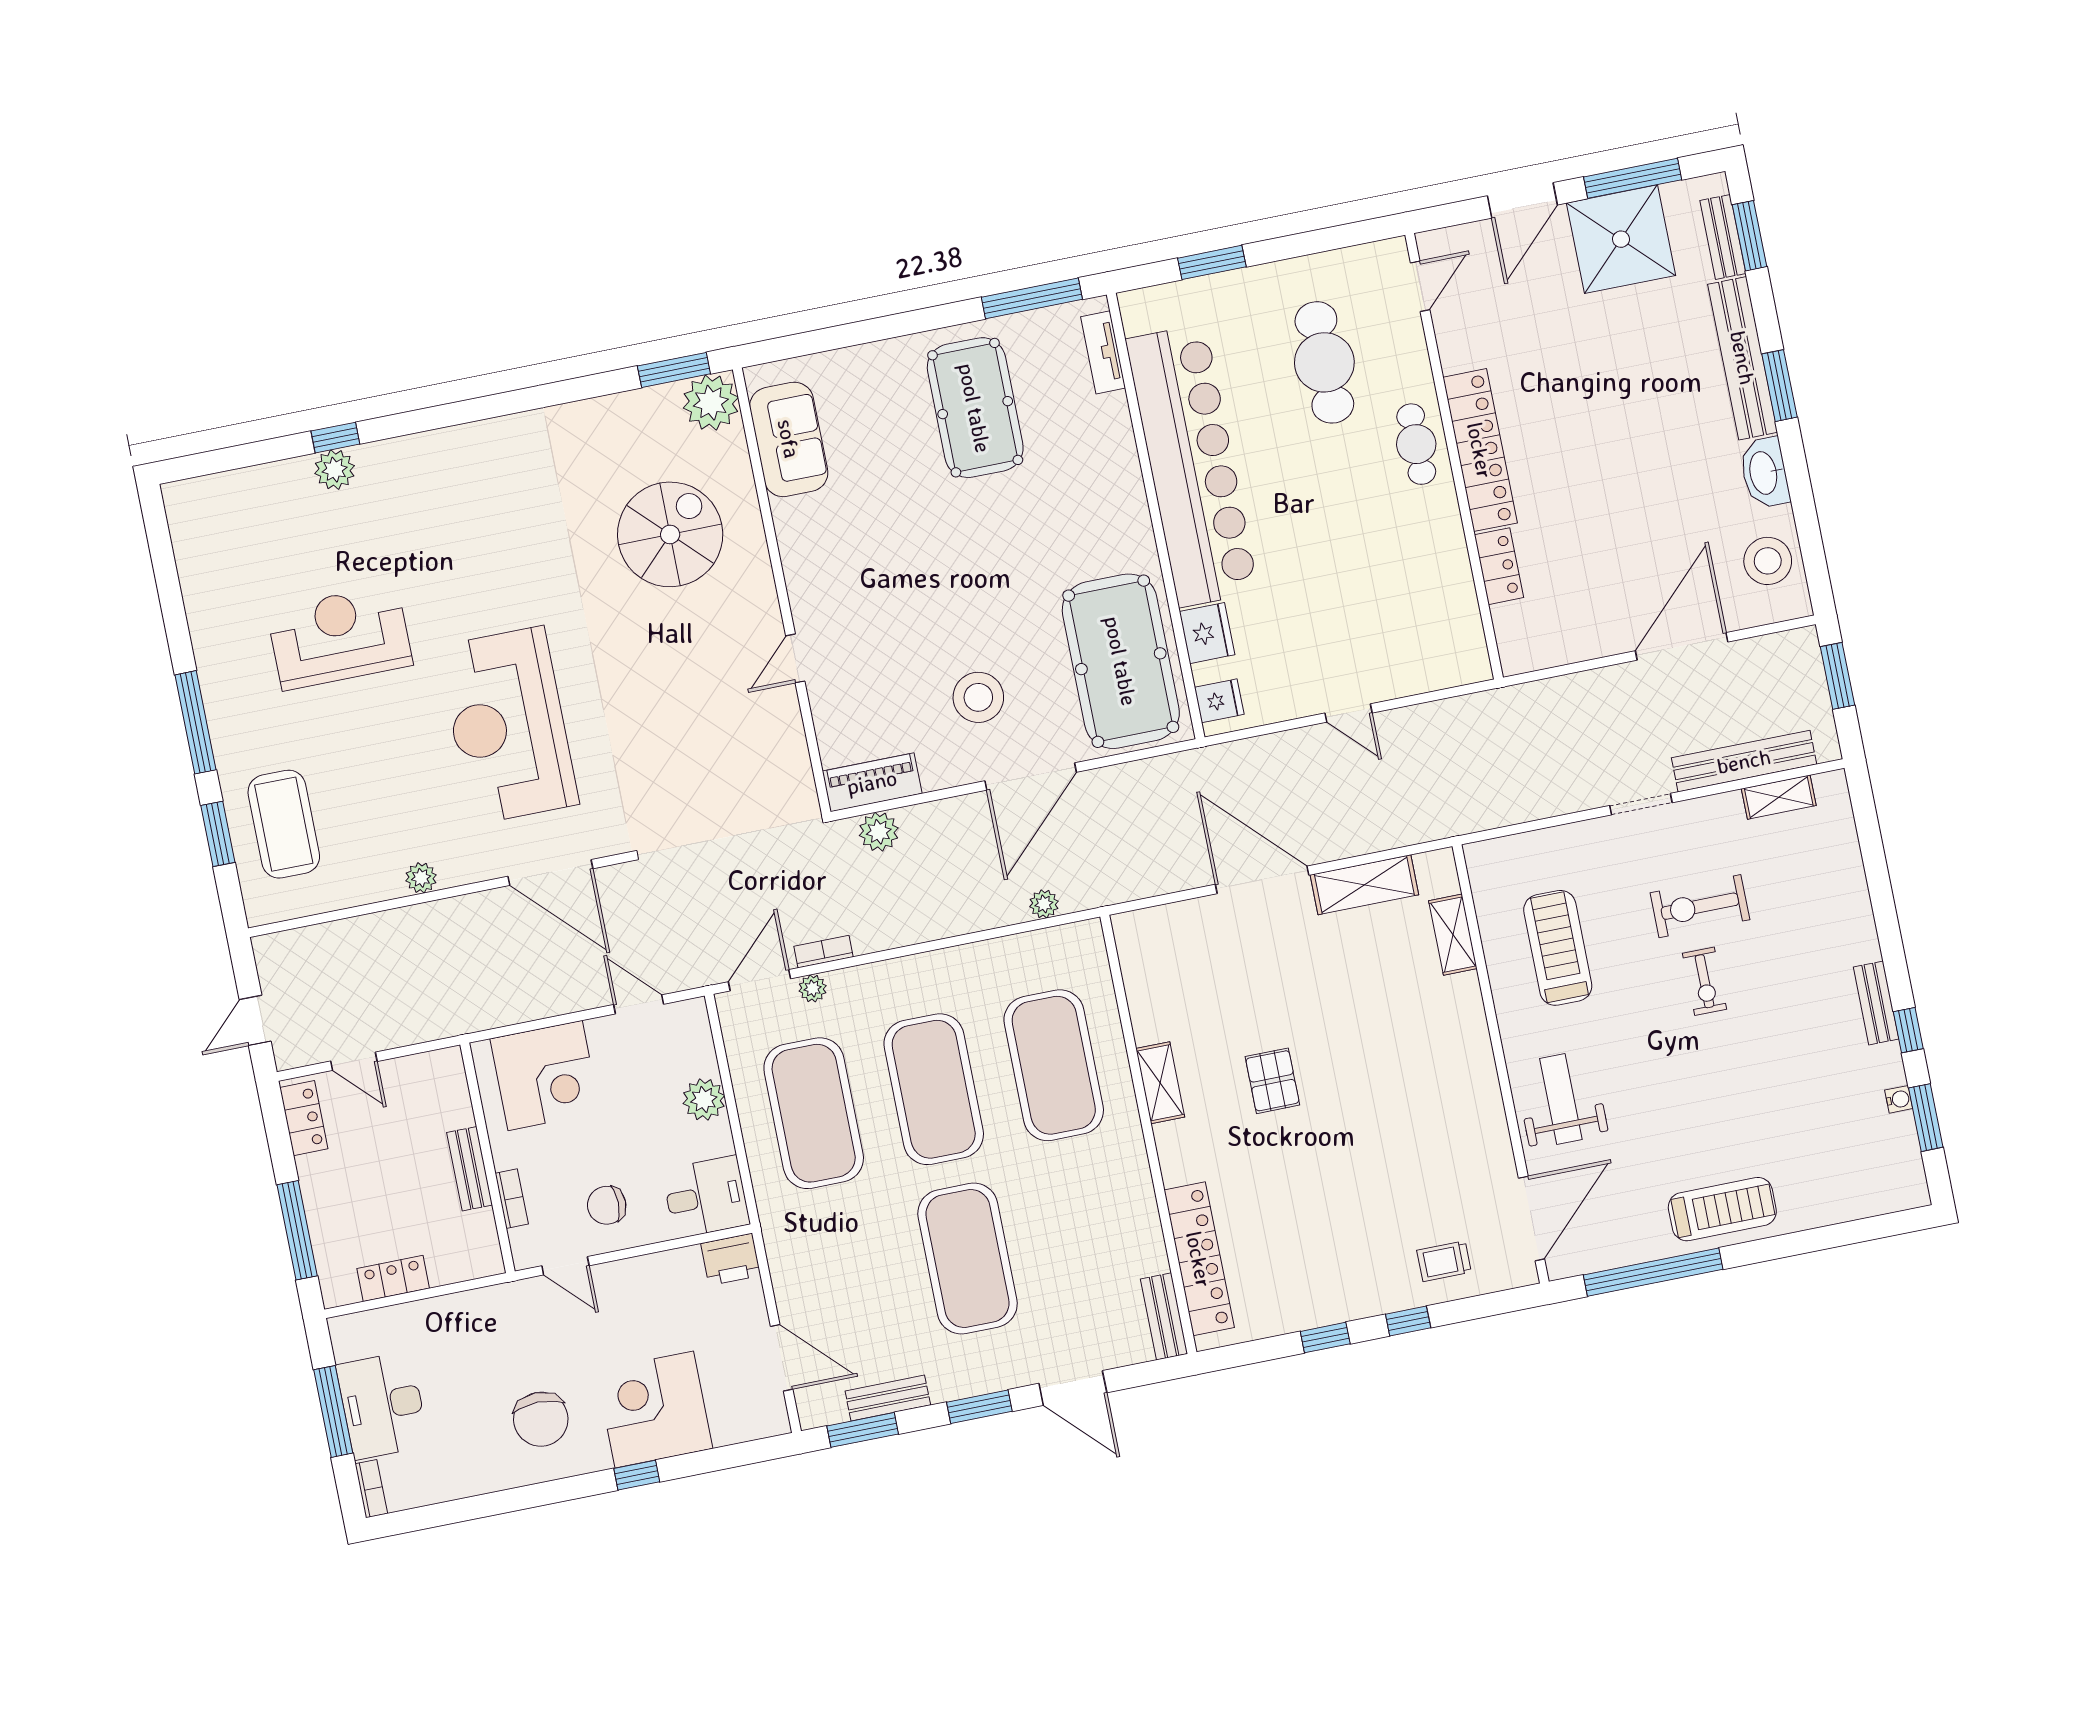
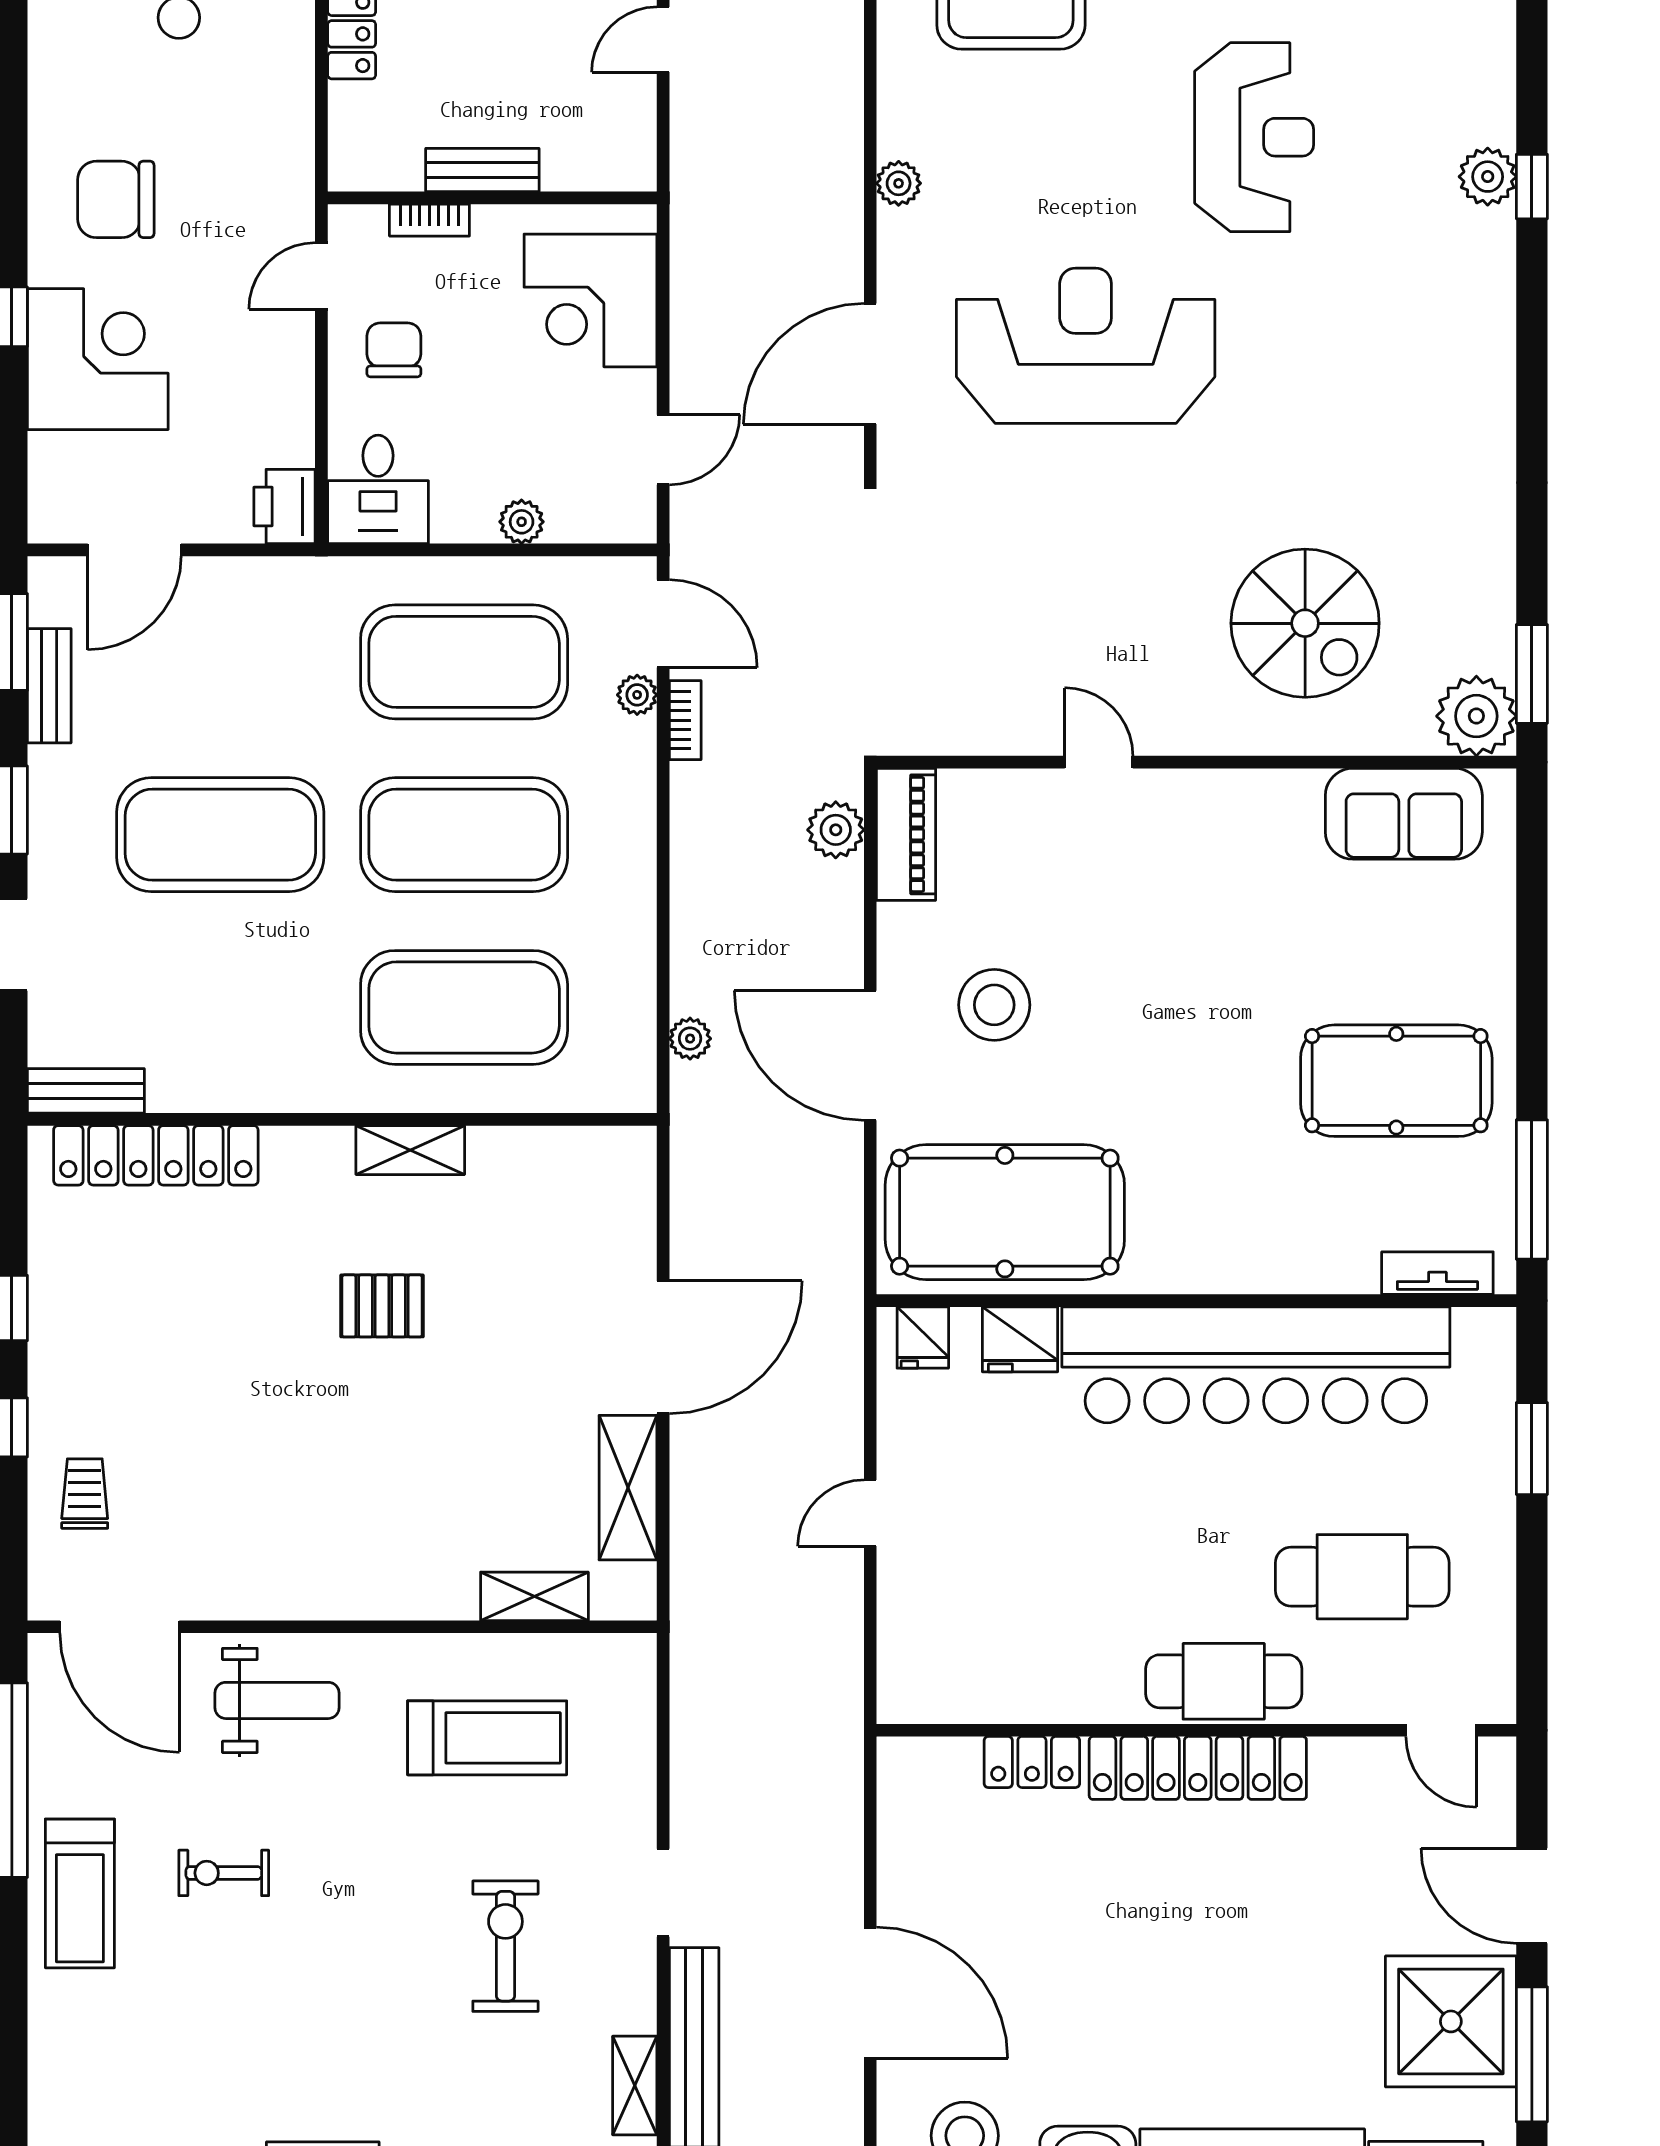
cafe table: (1416, 444) -> (1224, 1681), width x1.37, depth x1.35
exercise bike: (1704, 981) -> (224, 1873), moved
plant: (704, 1100) -> (522, 522), width x0.73, depth x0.73

